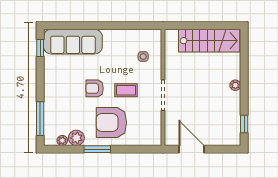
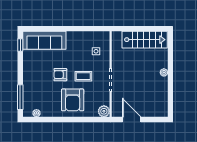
armchair: (111, 123) -> (73, 100), turned -90
window: (244, 124) -> (170, 101), removed
plant: (76, 138) -> (104, 111), moved
window: (97, 149) -> (62, 120), removed

